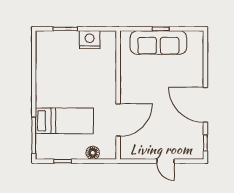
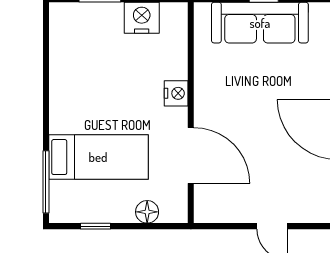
nightstand: (110, 84) -> (176, 93), added
door: (118, 120) -> (191, 156), hinge flipped

